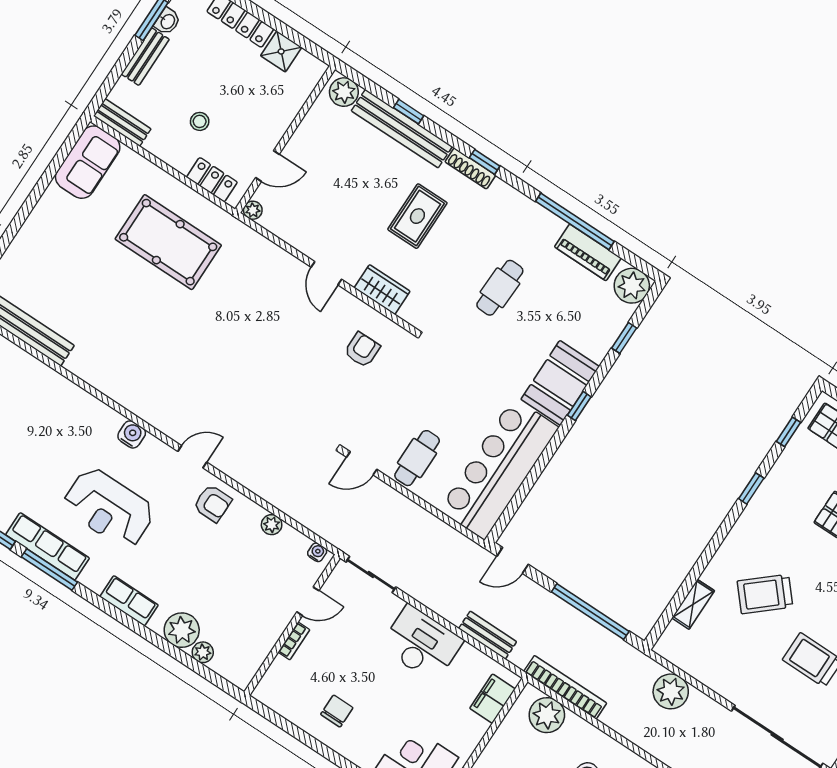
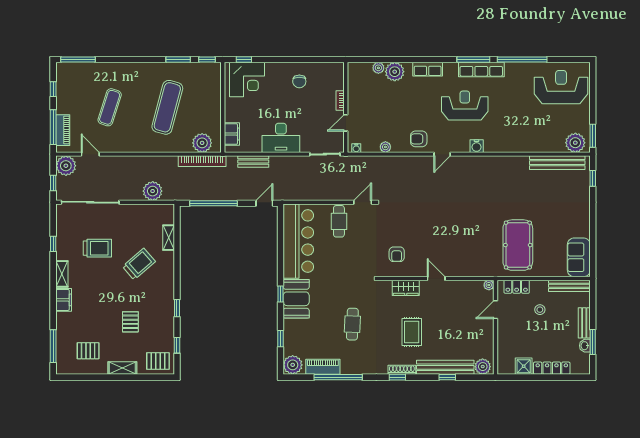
bench: (122, 123) -> (569, 286), width x1.36
pool table: (168, 242) -> (518, 245), turned 90

